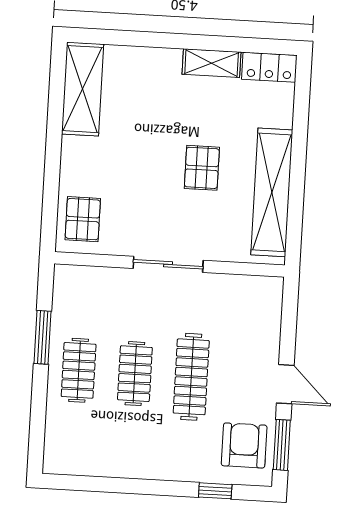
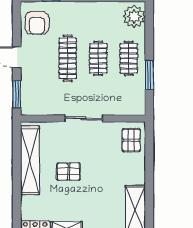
pallet: (202, 168) -> (68, 172), turned 90
window: (282, 445) -> (17, 94), moved
plant: (64, 447) -> (134, 17), added

